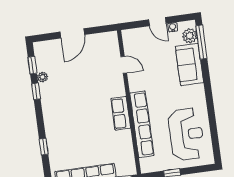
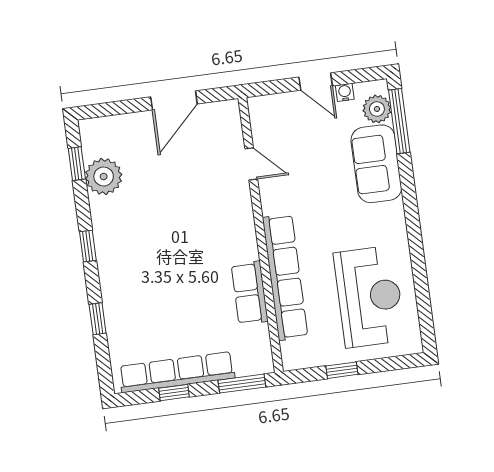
door: (72, 33) -> (174, 100), moved
plant: (43, 77) -> (104, 177), width x1.88, depth x1.88
window: (36, 91) -> (88, 246), moved
row of seats: (121, 113) -> (250, 293), moved

